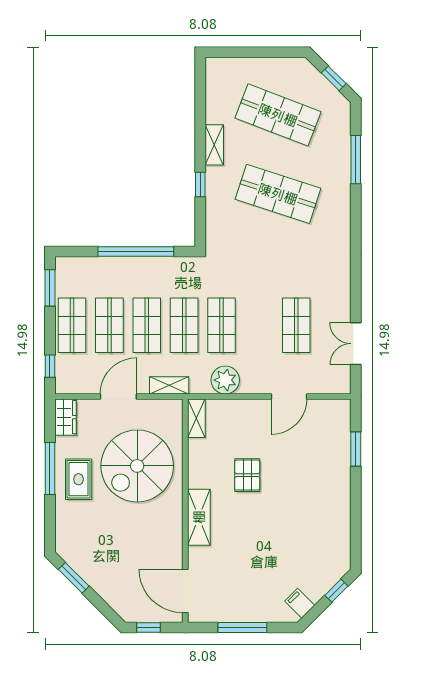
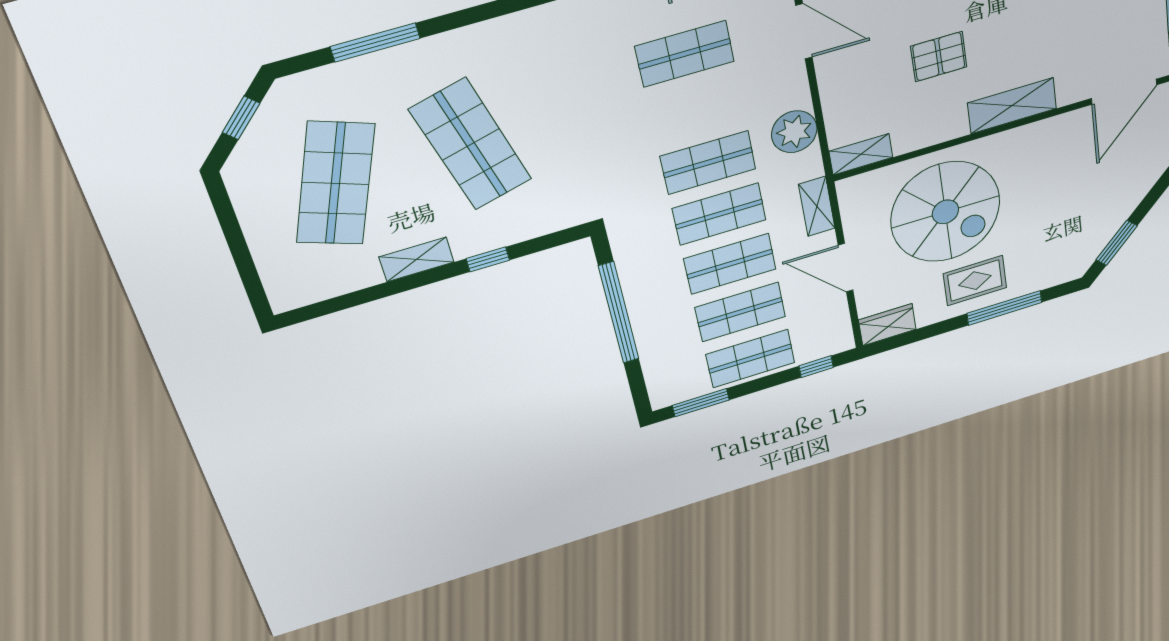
shop shelf: (278, 194) -> (471, 145), turned -33
window: (50, 469) -> (1004, 308), moved

